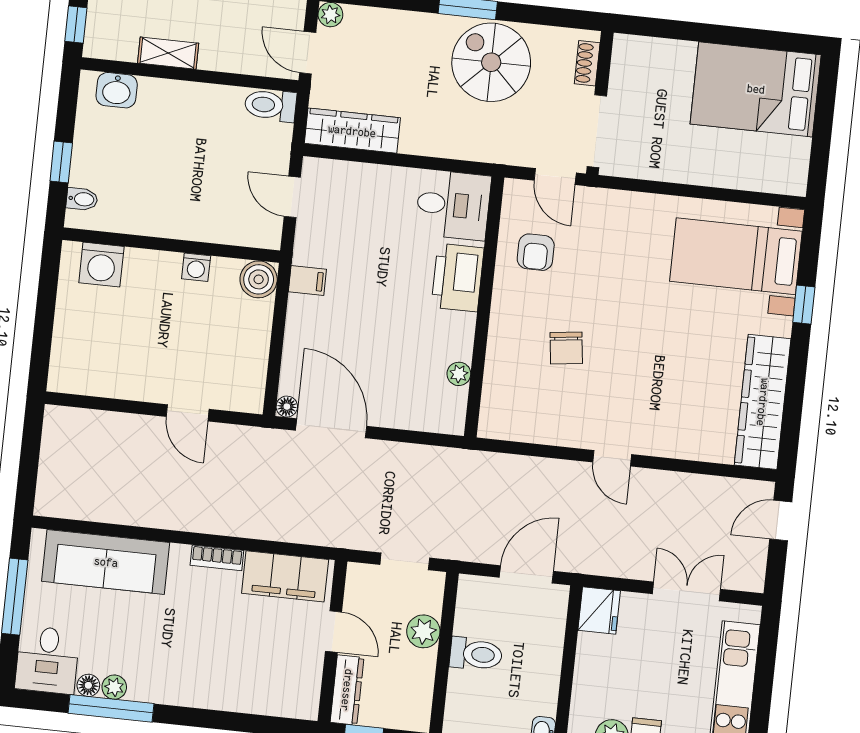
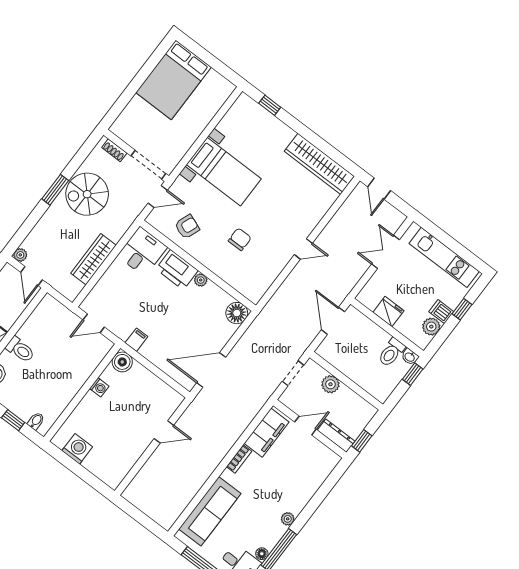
door: (308, 53) -> (32, 276), hinge flipped
toilet: (270, 105) -> (20, 350), moved, turned -90
wardrobe: (352, 131) -> (94, 259), moved
armchair: (536, 252) -> (187, 227), turned -69
bed with nightstands: (736, 256) -> (224, 172), moved, turned -90
washing machine: (101, 265) -> (77, 449), moved, turned -90
window: (804, 305) -> (270, 105), moved
chair: (566, 348) -> (240, 239), turned -83
plant: (459, 374) -> (201, 280), moved
floor lamp: (287, 407) -> (237, 313), moved, width x1.89, depth x1.89
fridge: (599, 610) -> (388, 312), moved
toilet: (476, 654) -> (391, 352), moved, turned 180
plant: (114, 687) -> (288, 519), moved

